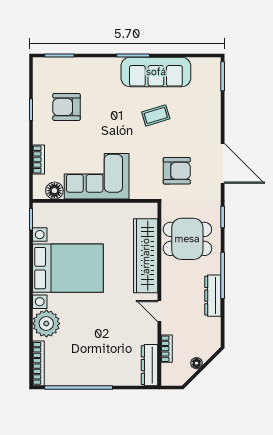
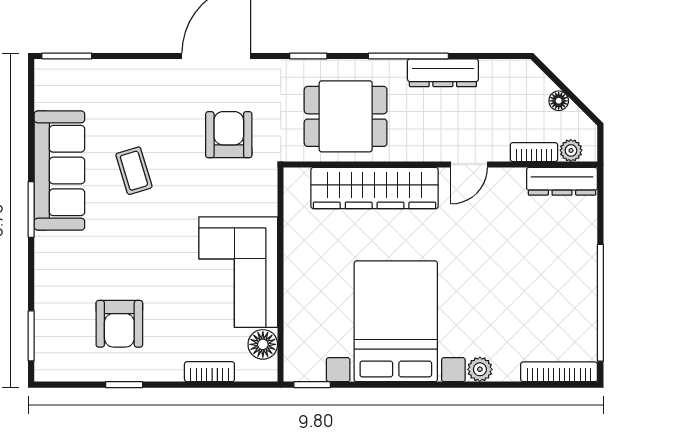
dining table: (187, 239) -> (346, 116), turned 90
plant: (46, 324) -> (480, 369), width x0.53, depth x0.53
plant: (168, 370) -> (571, 150), added

